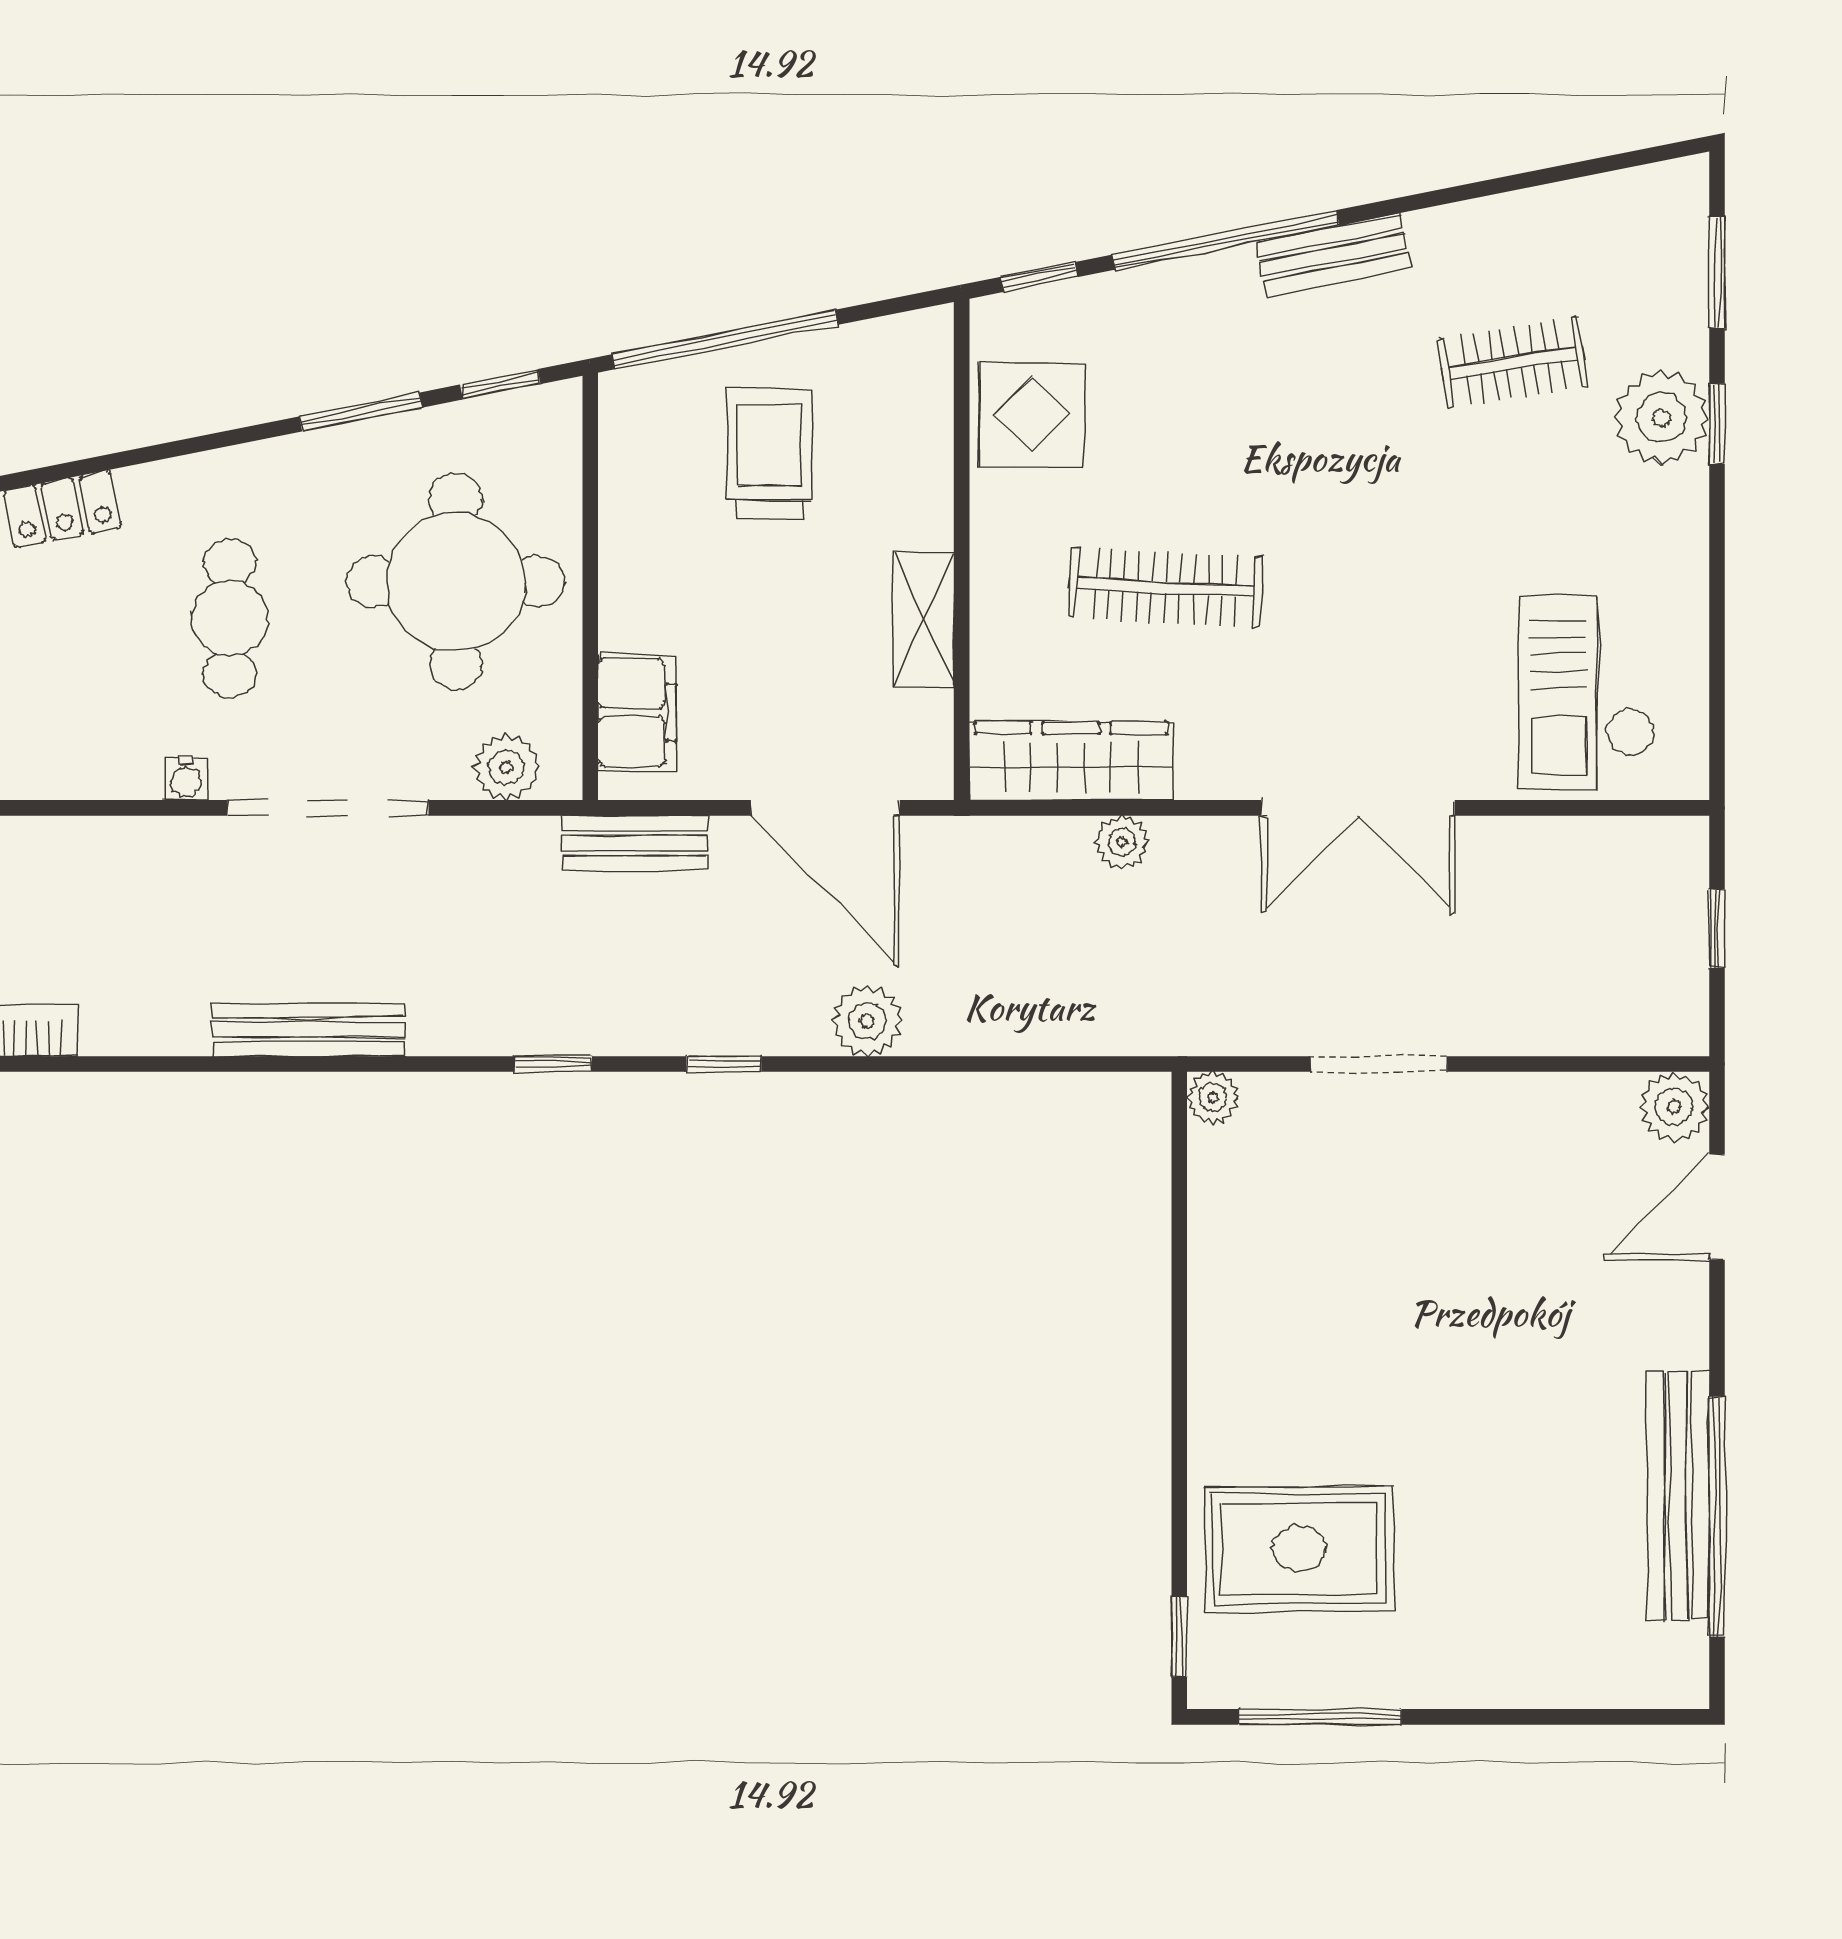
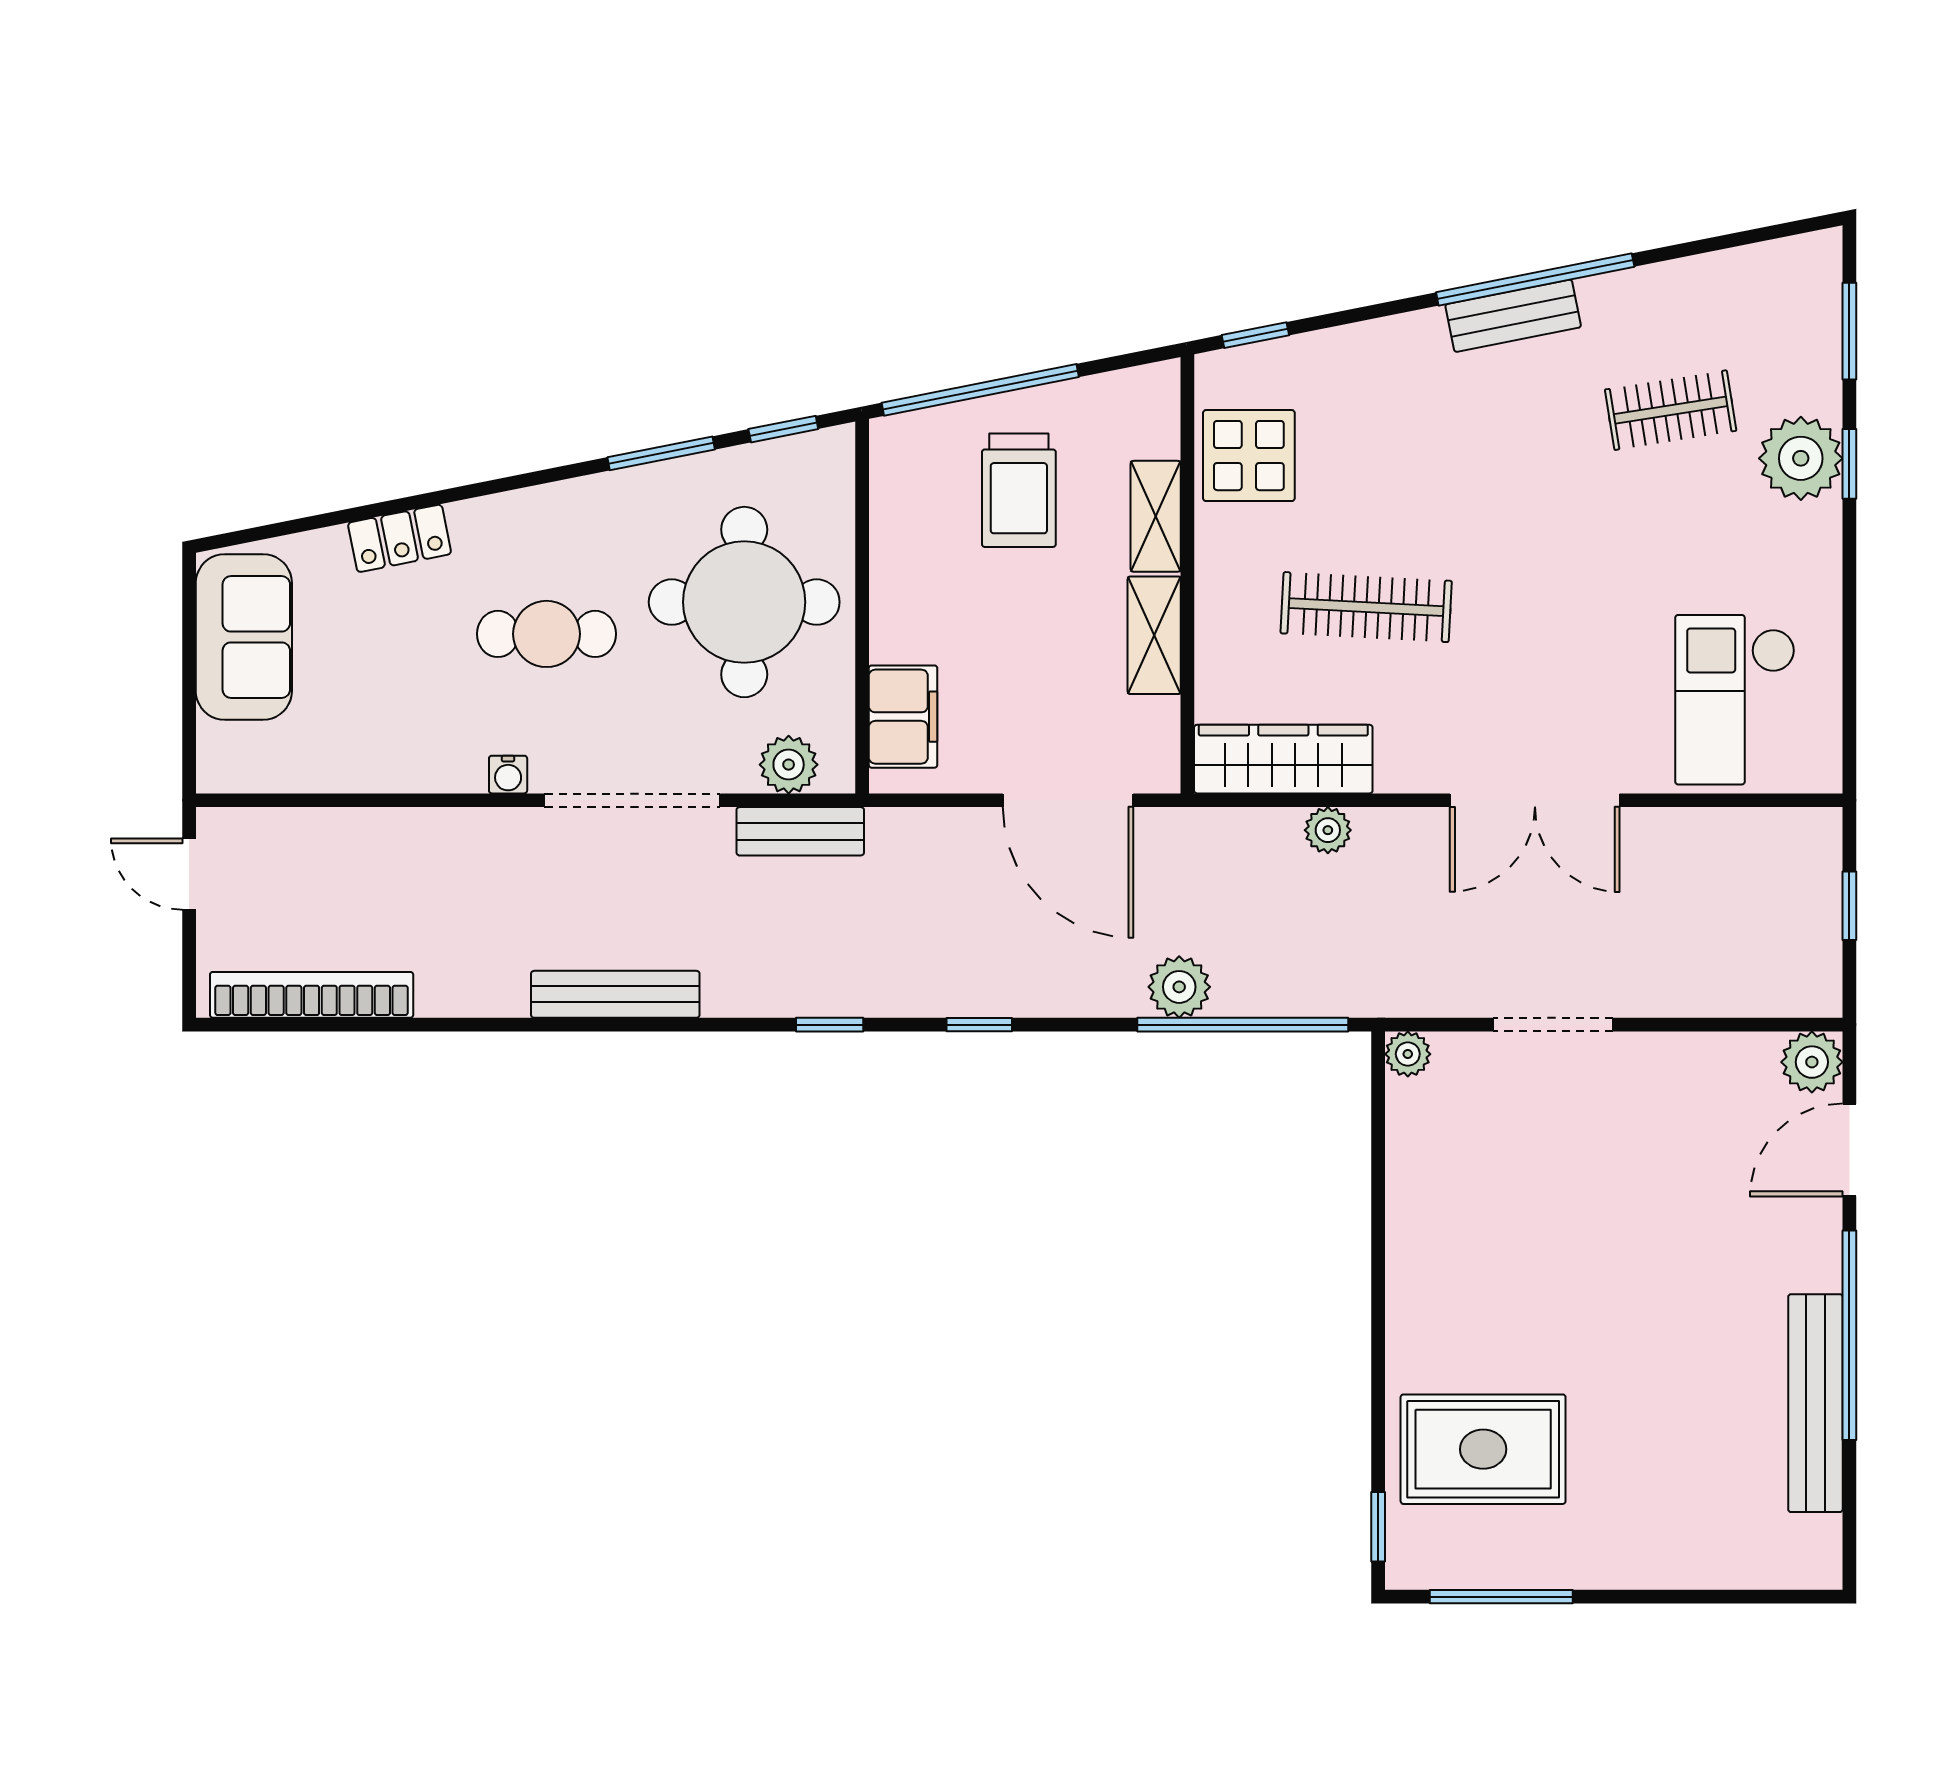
window: (1226, 240) -> (1535, 279), moved
trolley: (769, 454) -> (1019, 490), turned 180
shelving: (925, 484) -> (1156, 516), added
cafe table: (230, 618) -> (546, 634), turned 90
bench: (635, 843) -> (800, 831), moved
plant: (867, 1021) -> (1179, 987), moved
window: (1025, 1064) -> (1243, 1025), added
window: (1717, 1517) -> (1849, 1335), moved

